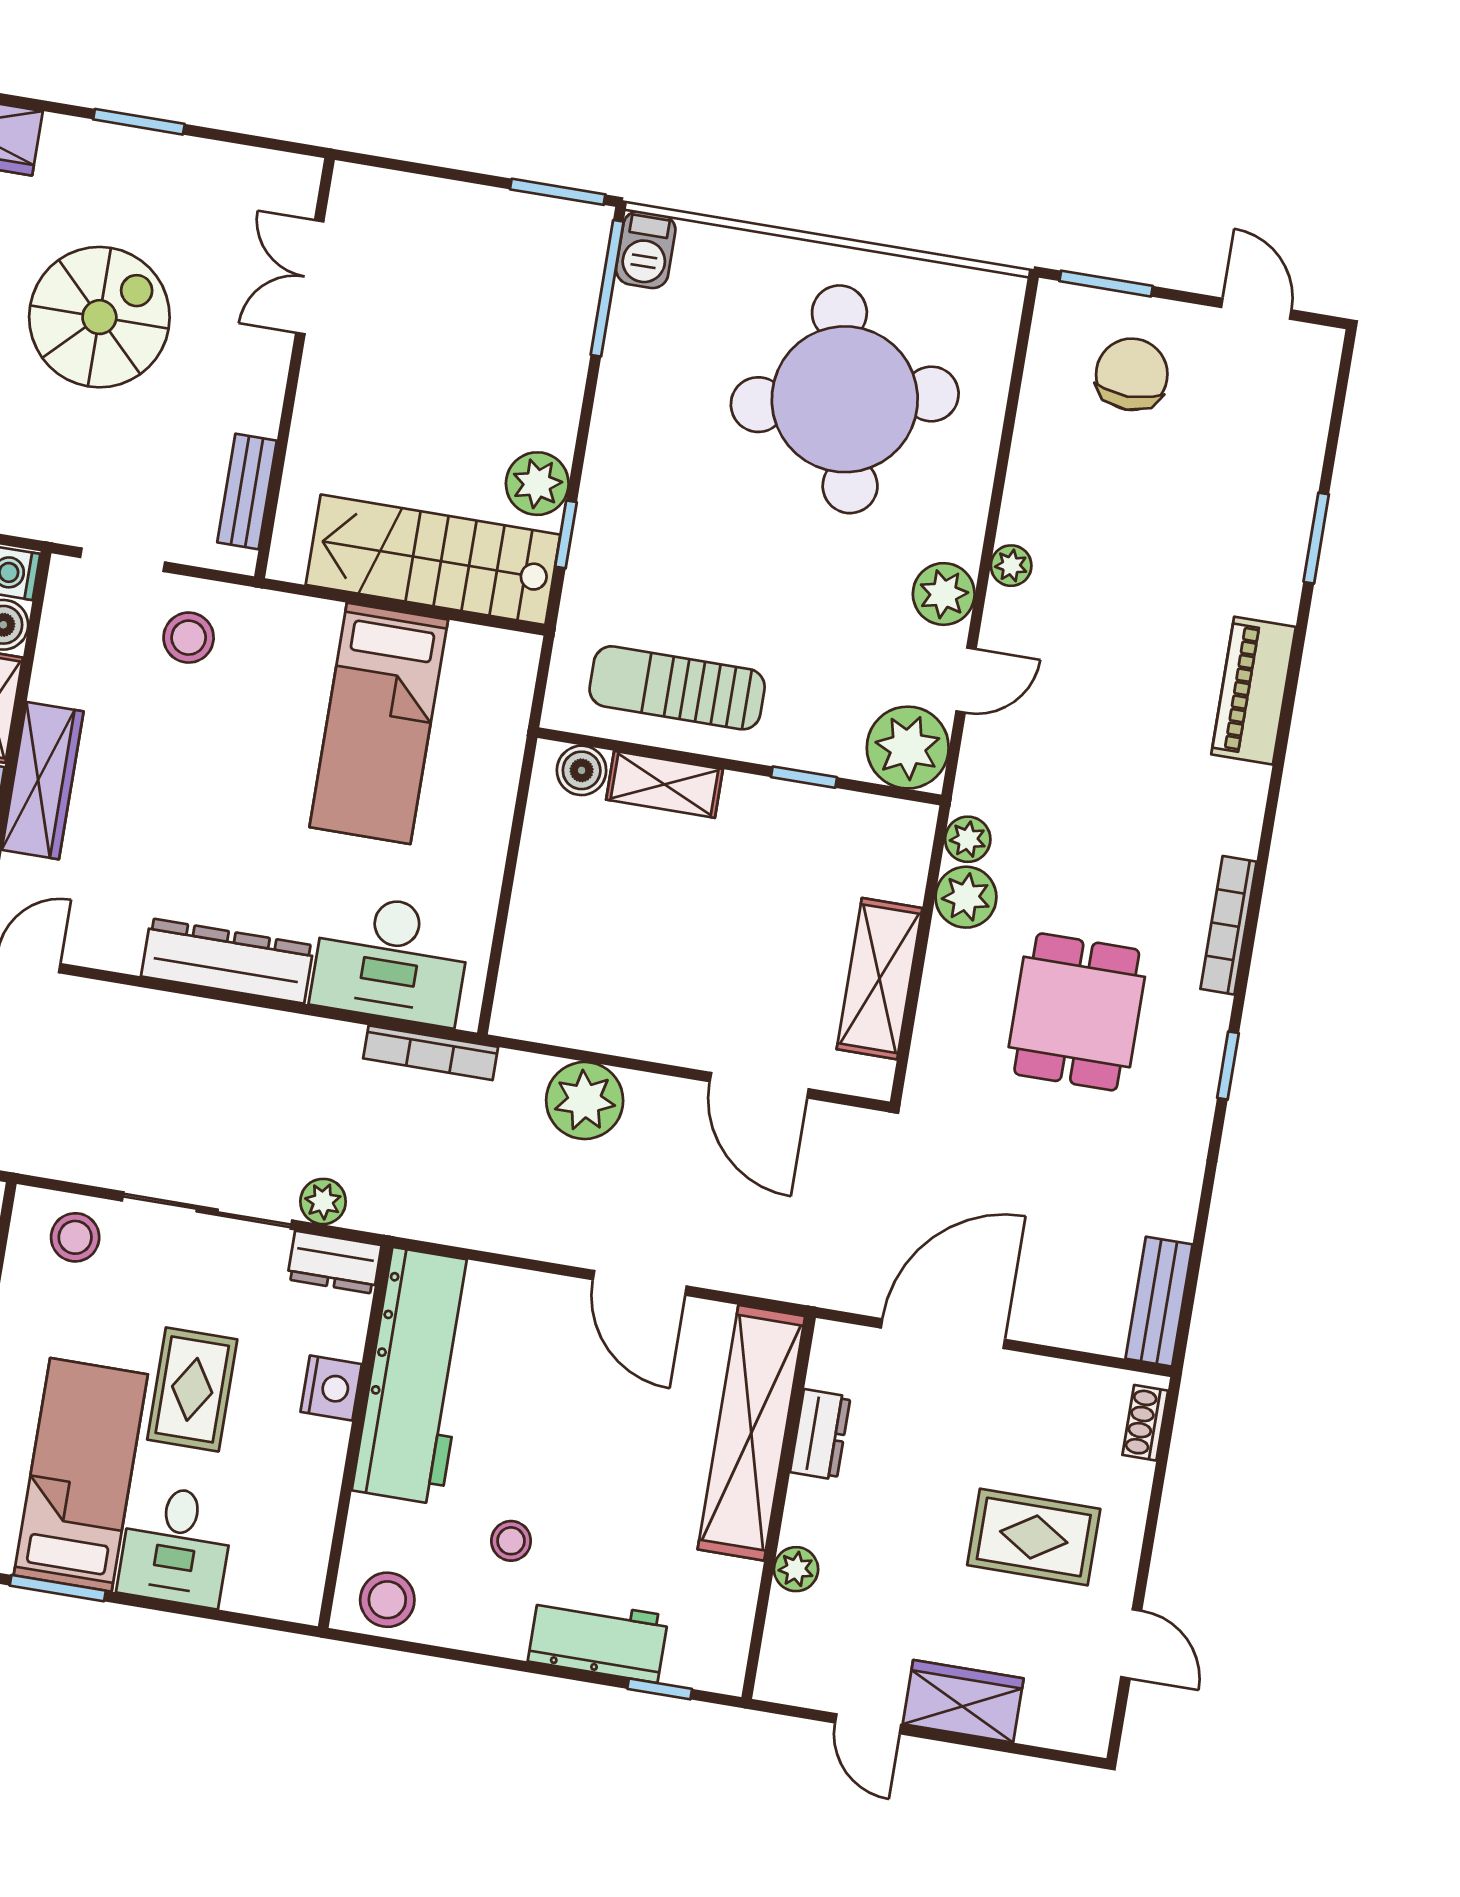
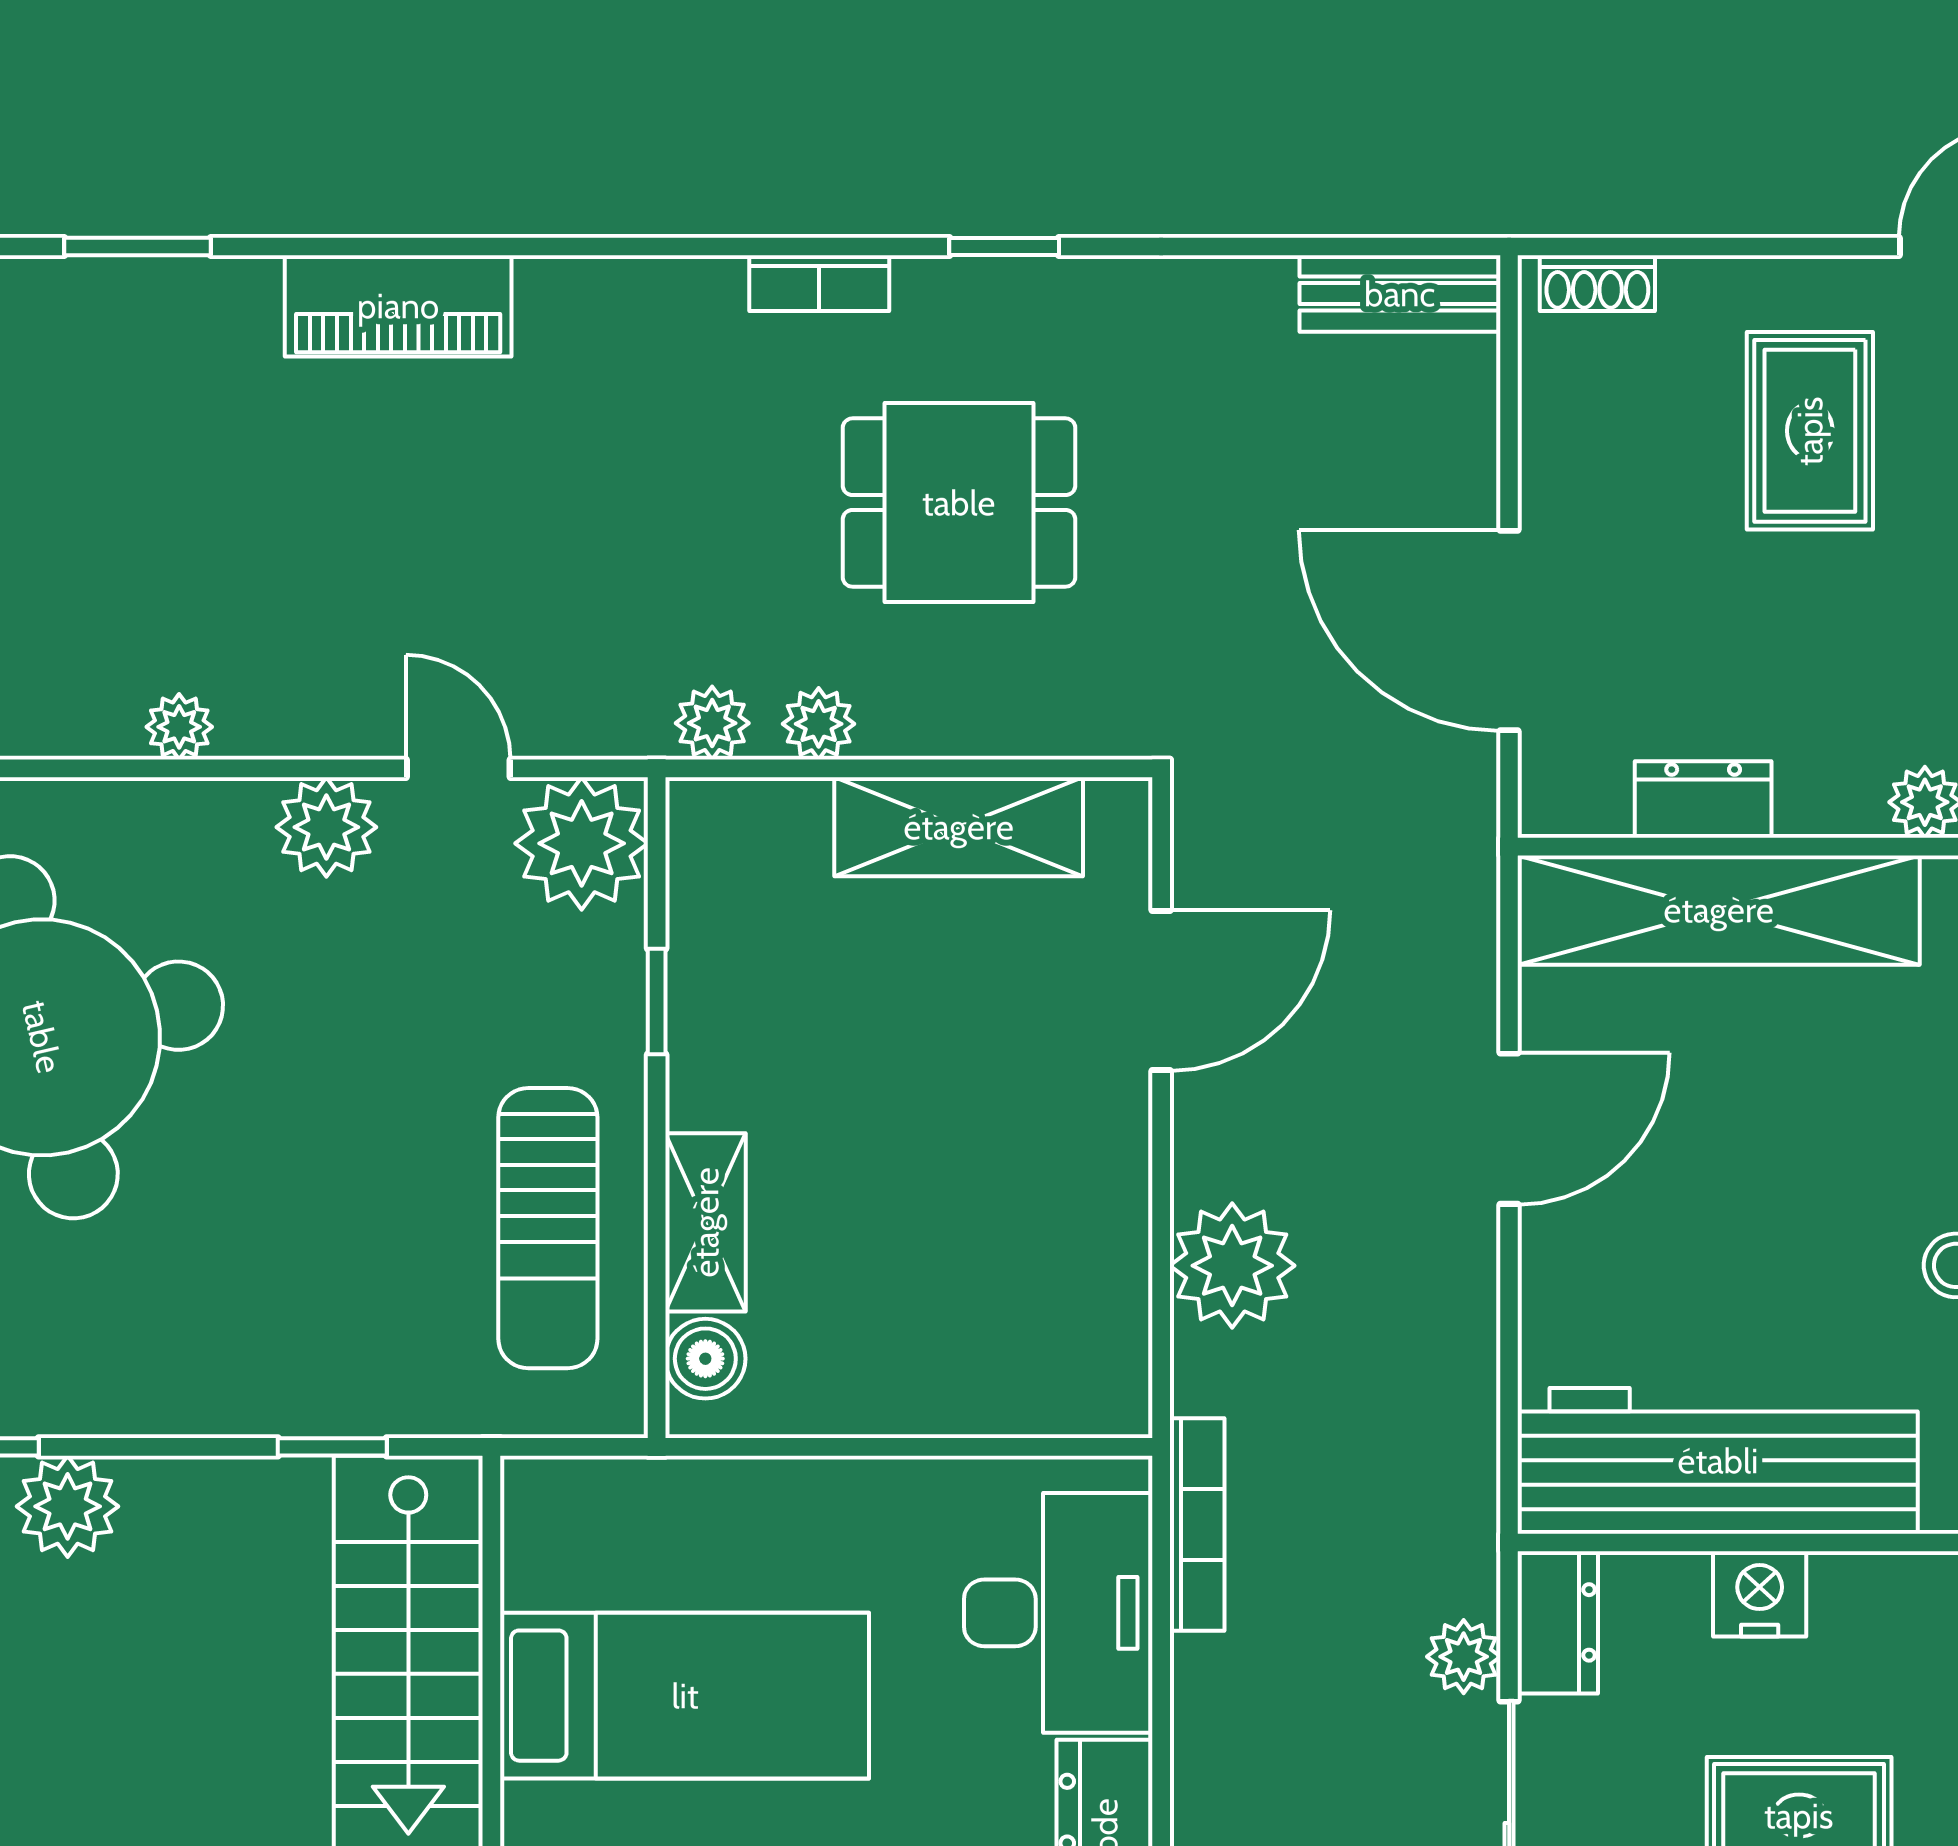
plant: (537, 484) -> (68, 1506), moved
plant: (1011, 566) -> (179, 727), moved
plant: (966, 897) -> (819, 724), width x0.73, depth x0.73
bookcase: (1228, 925) -> (819, 283), width x0.64

